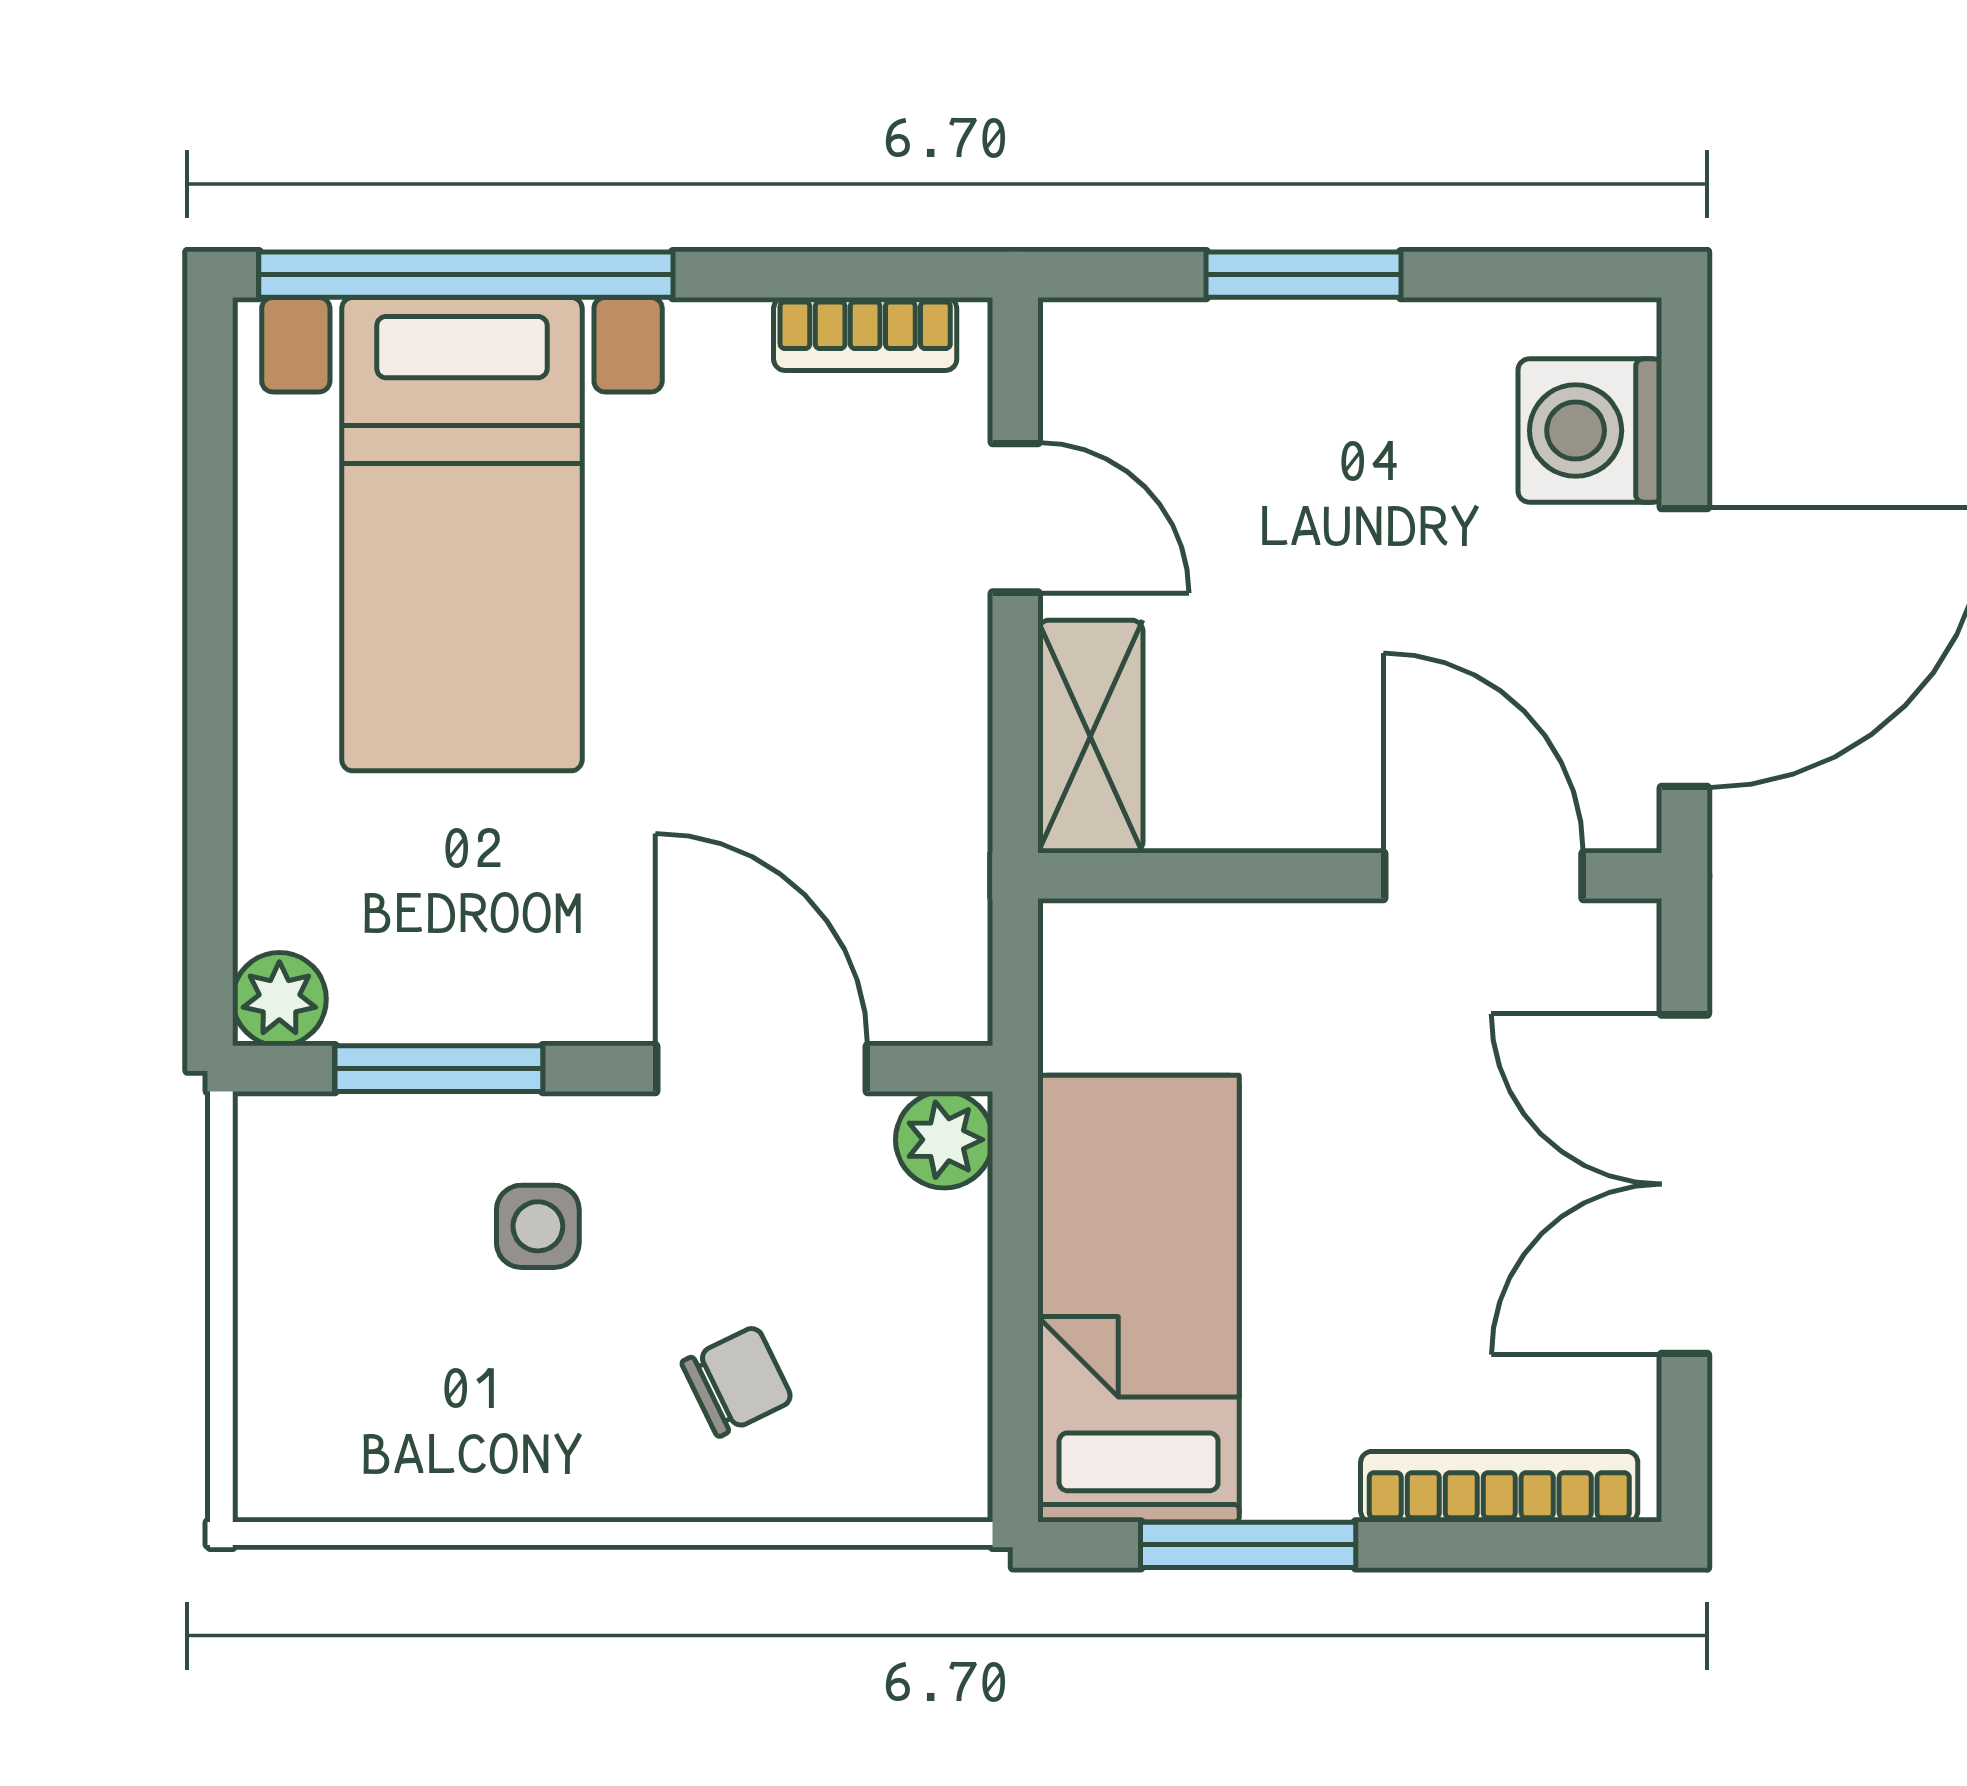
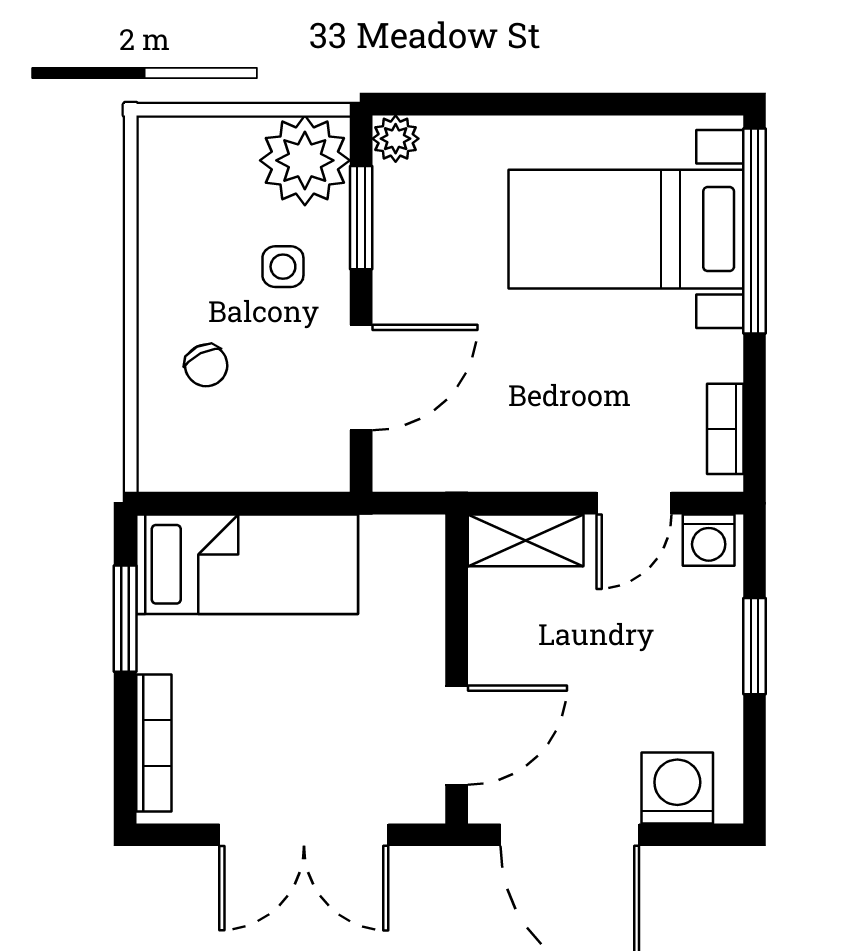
washing machine: (1090, 367) -> (709, 540), added
plant: (944, 1140) -> (305, 160), moved, width x1.88, depth x1.88
double door: (1684, 1184) -> (304, 835), swing flipped

